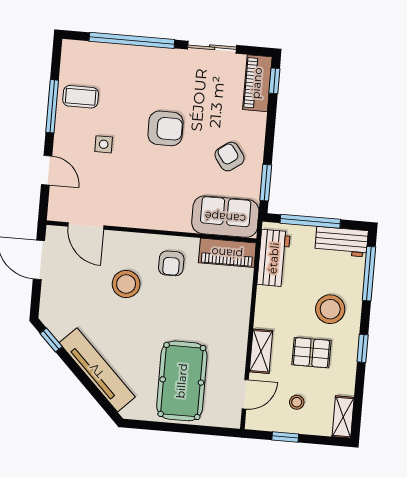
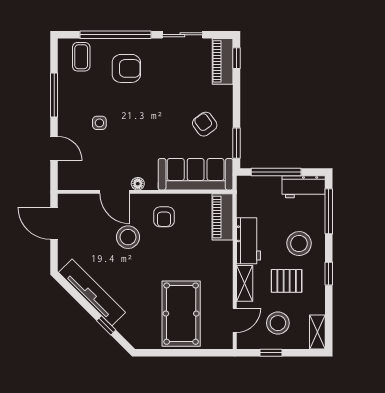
coffee table: (81, 97) -> (81, 57), moved, turned 90
armchair: (166, 128) -> (126, 68), moved
sofa: (225, 217) -> (196, 174), width x1.36
floor lamp: (143, 221) -> (138, 184), added
door: (86, 226) -> (115, 192), moved
piano: (227, 253) -> (223, 217), moved, turned 90
workbench: (274, 258) -> (248, 241), moved
window: (51, 340) -> (106, 325), moved
tv unit: (97, 370) -> (92, 292), moved
stool: (297, 402) -> (278, 323), width x1.89, depth x1.89

